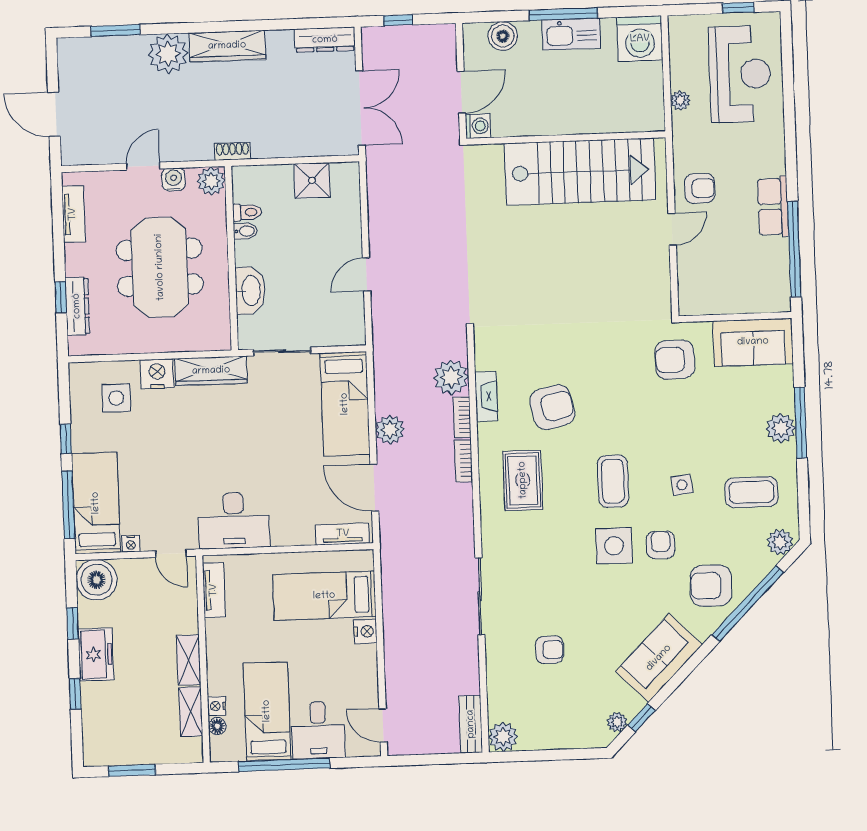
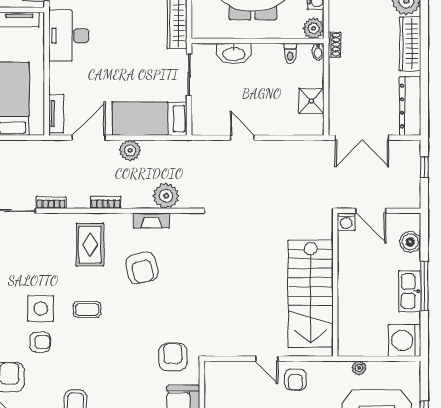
dresser: (325, 40) -> (410, 106), width x1.37, depth x1.24
bidet: (245, 231) -> (318, 52), moved
bookcase: (462, 417) -> (51, 203), moved
rug: (523, 480) -> (90, 245), turned 90
coffee table: (613, 481) -> (87, 309), width x0.73, depth x0.77
side table: (682, 485) -> (83, 359), removed

